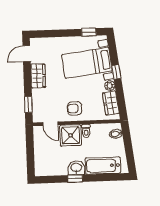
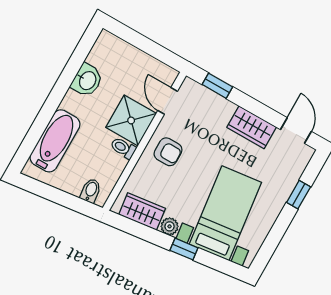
window: (89, 32) -> (299, 195), moved
armchair: (75, 108) -> (168, 152), turned 90
door: (50, 124) -> (168, 101), hinge flipped
washbasin: (76, 168) -> (87, 80), moved
window: (75, 179) -> (61, 87), removed

